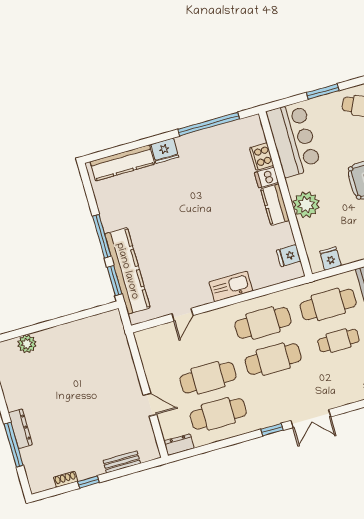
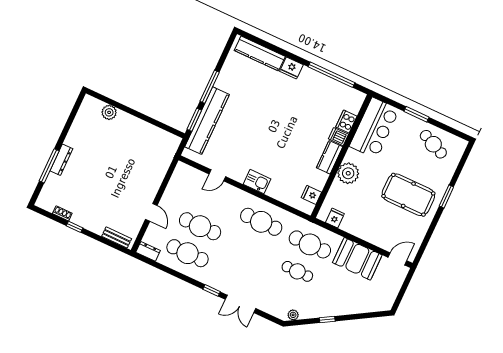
kitchen sink: (231, 286) -> (257, 182), width x0.73
cafe table: (273, 359) -> (249, 249), removed
bench: (122, 462) -> (117, 237), moved

